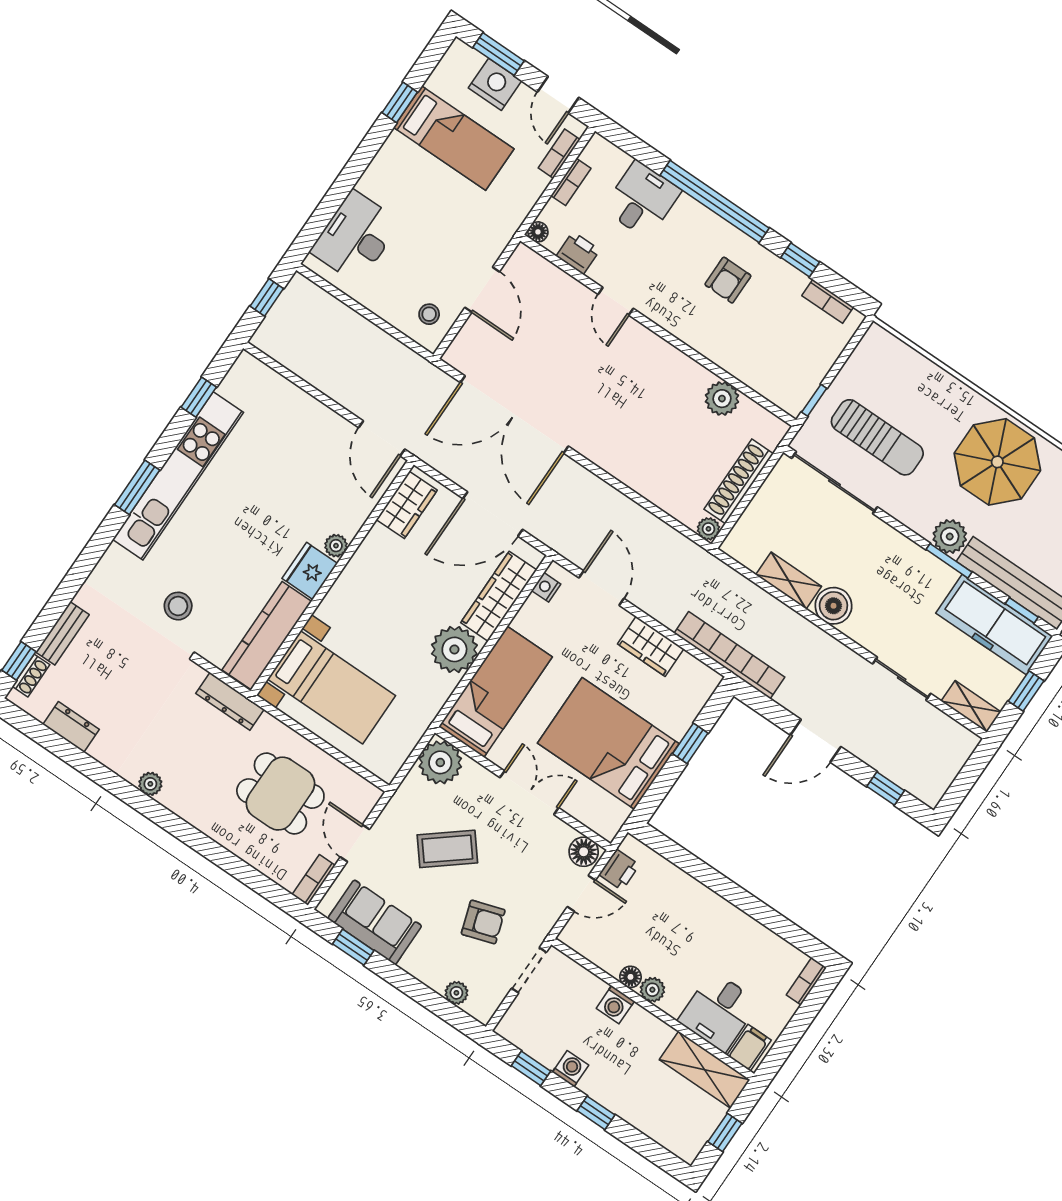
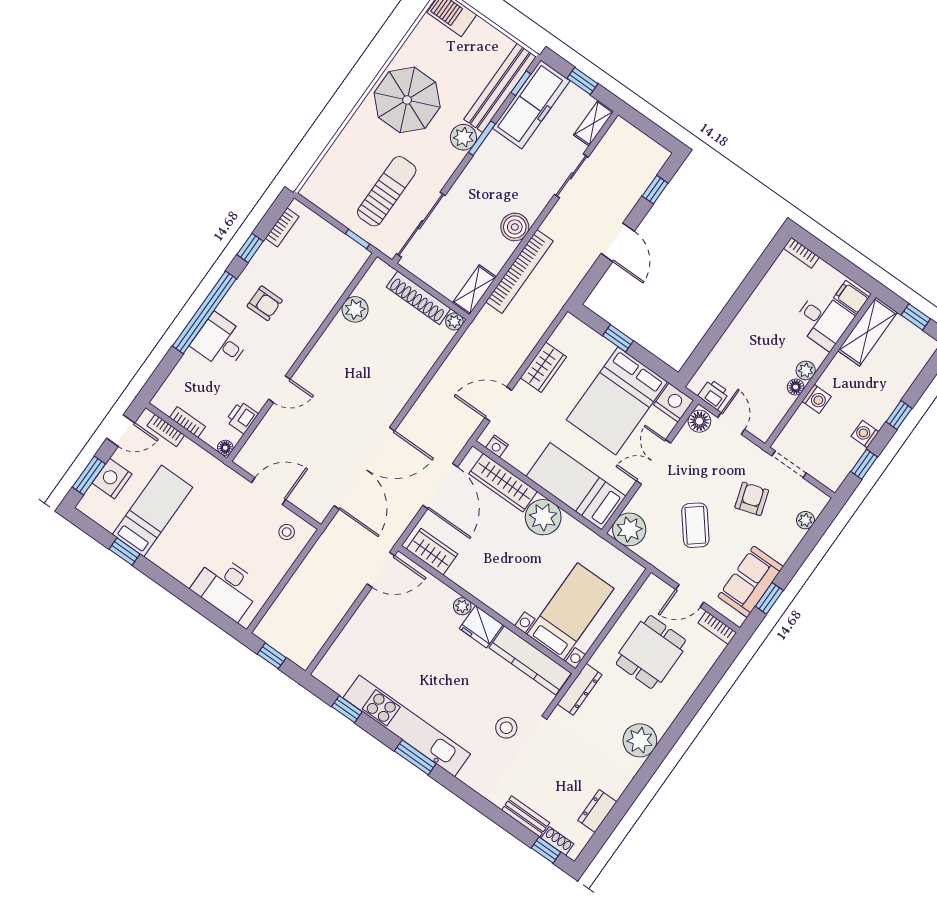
desk: (642, 200) -> (221, 342), moved
shelving: (789, 581) -> (474, 290), moved
bookcase: (729, 655) -> (519, 271), moved, turned 180
plant: (150, 784) -> (640, 740), width x1.87, depth x1.87
nightstand: (607, 818) -> (674, 403), added

